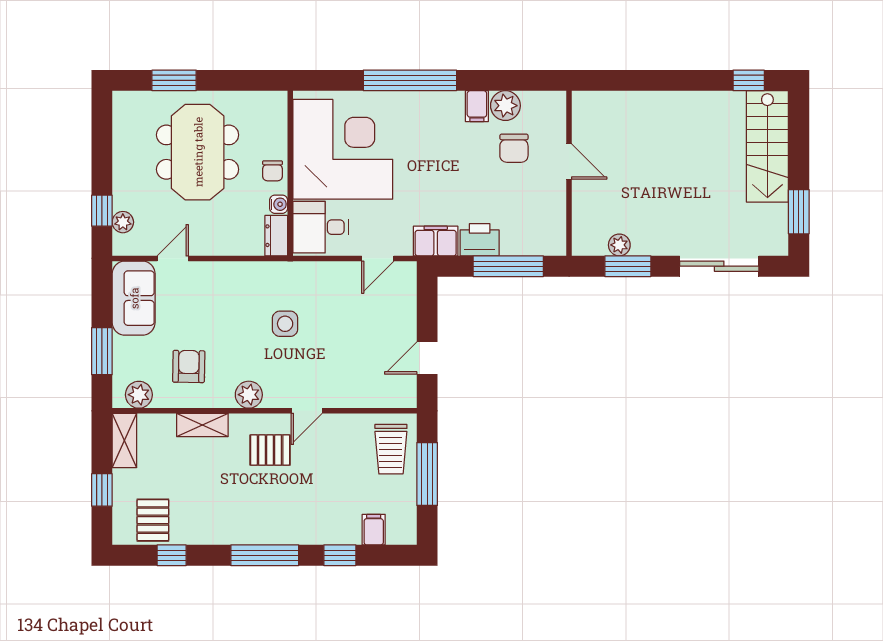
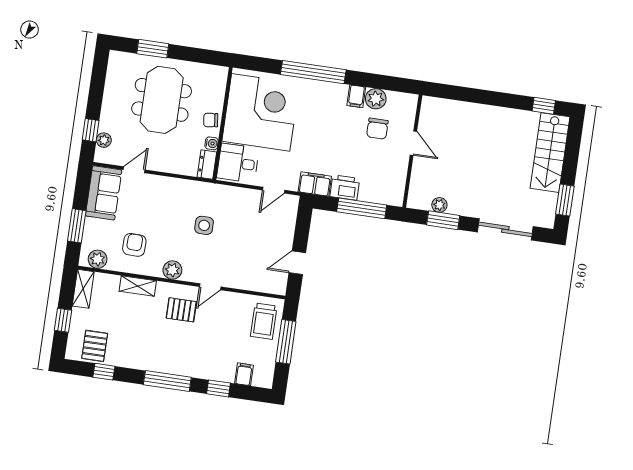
chair: (273, 171) -> (211, 120), turned 83

